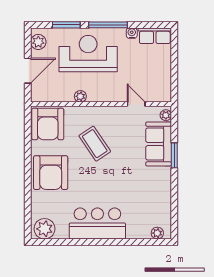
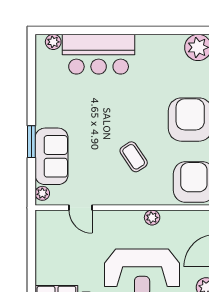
coffee table: (95, 144) -> (134, 157), width x0.73, depth x0.77
bar counter: (97, 224) -> (99, 54), moved

